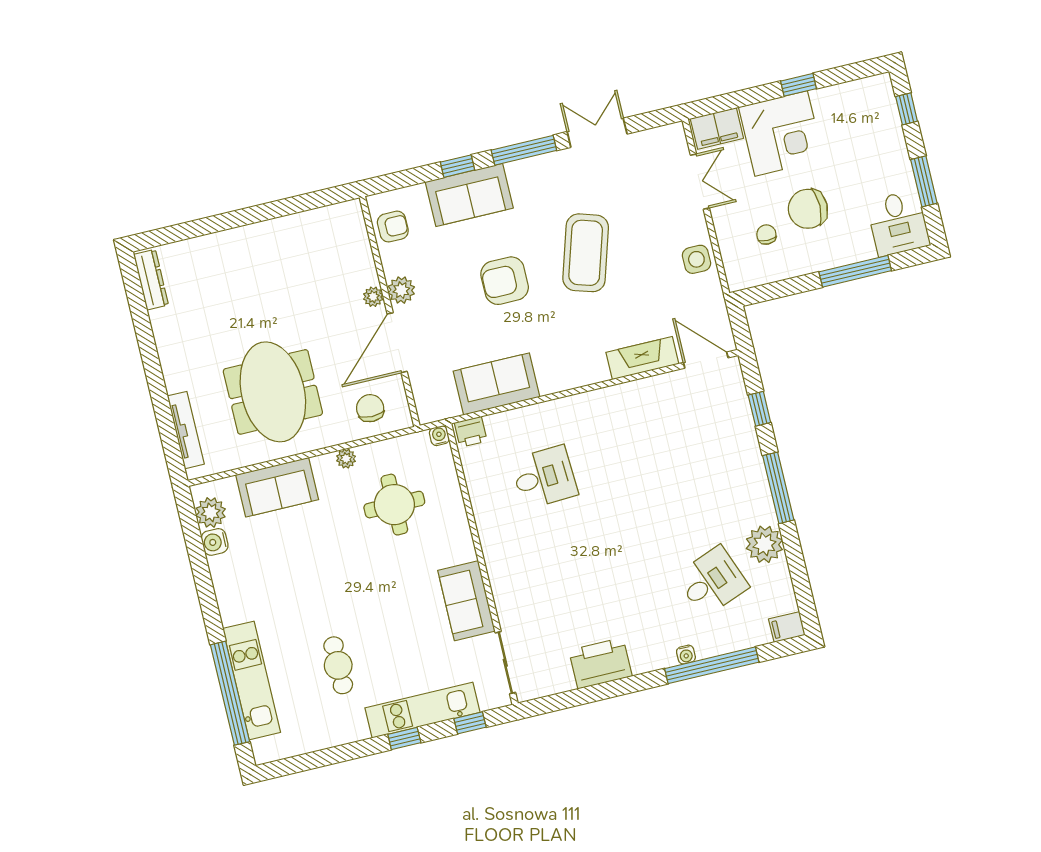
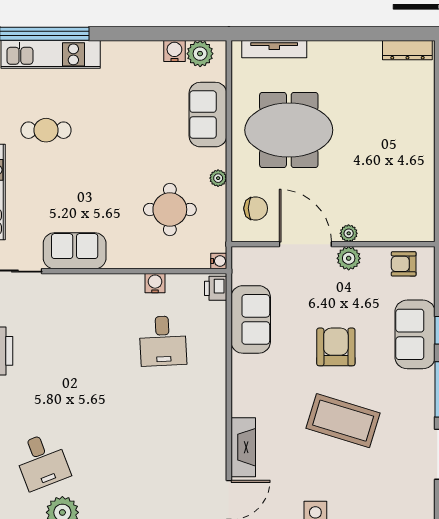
armchair: (393, 227) -> (404, 264), turned 90
water cooler: (481, 501) -> (155, 283), added

